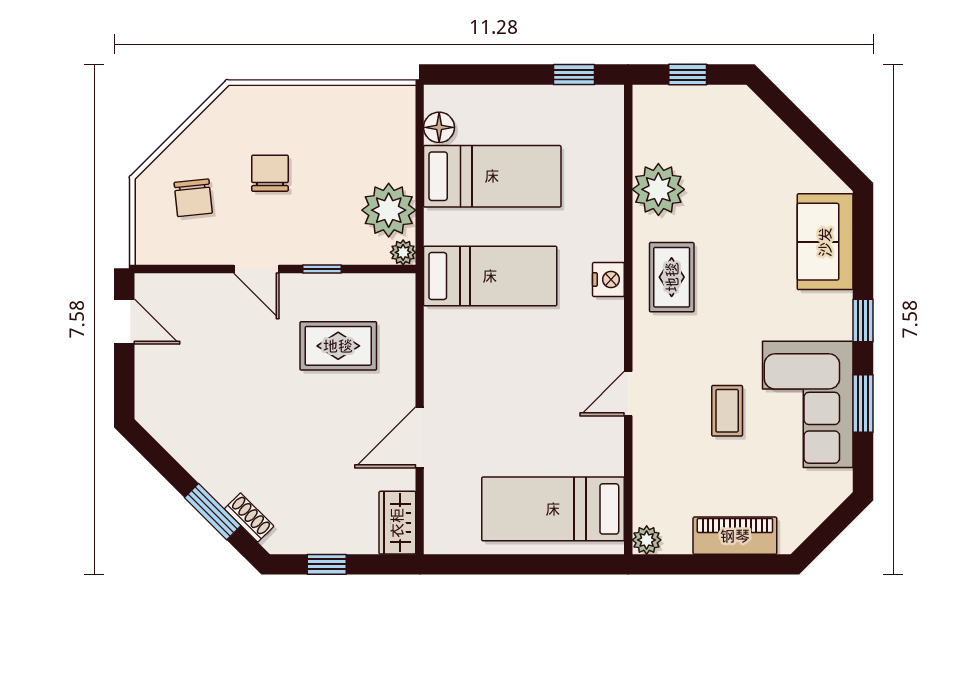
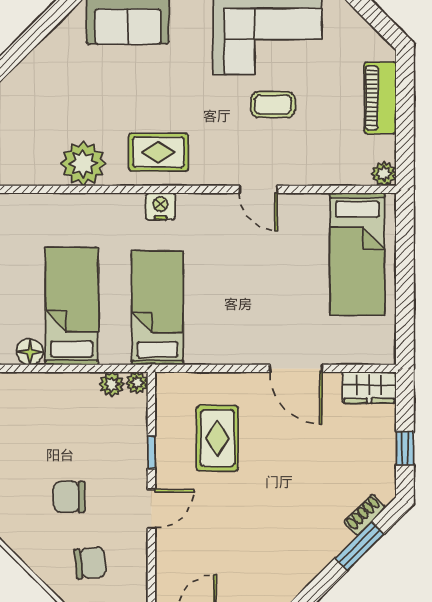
plant: (389, 210) -> (112, 384), width x0.53, depth x0.53

